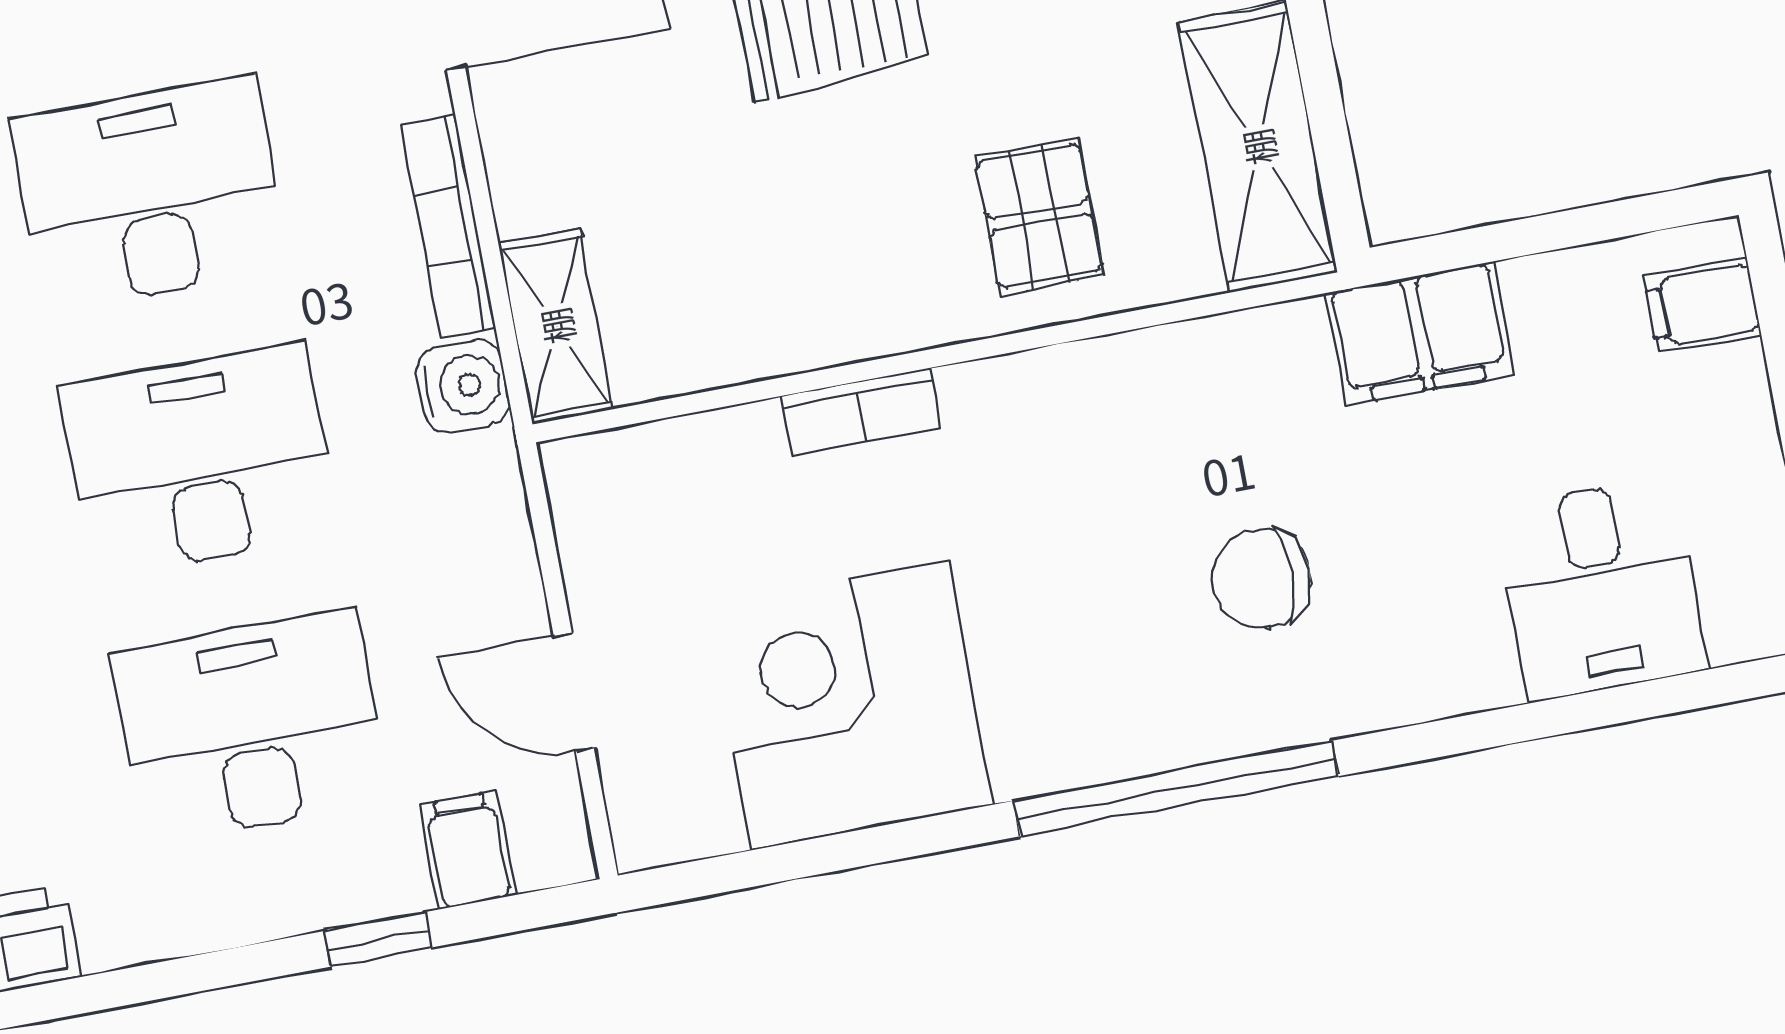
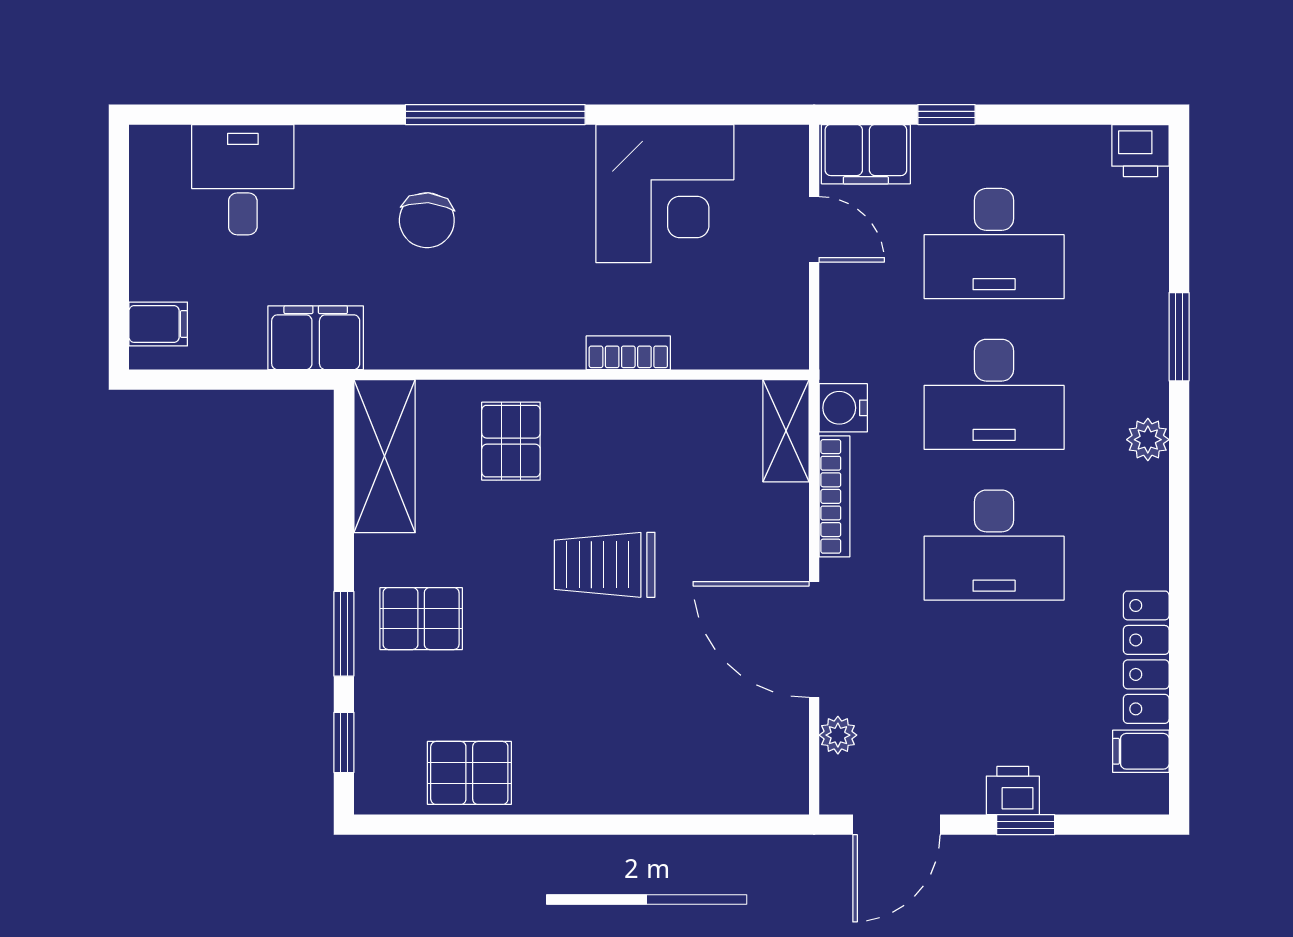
chair: (1262, 579) -> (427, 220), turned 94
filing cabinet: (468, 850) -> (866, 154), width x2.00

